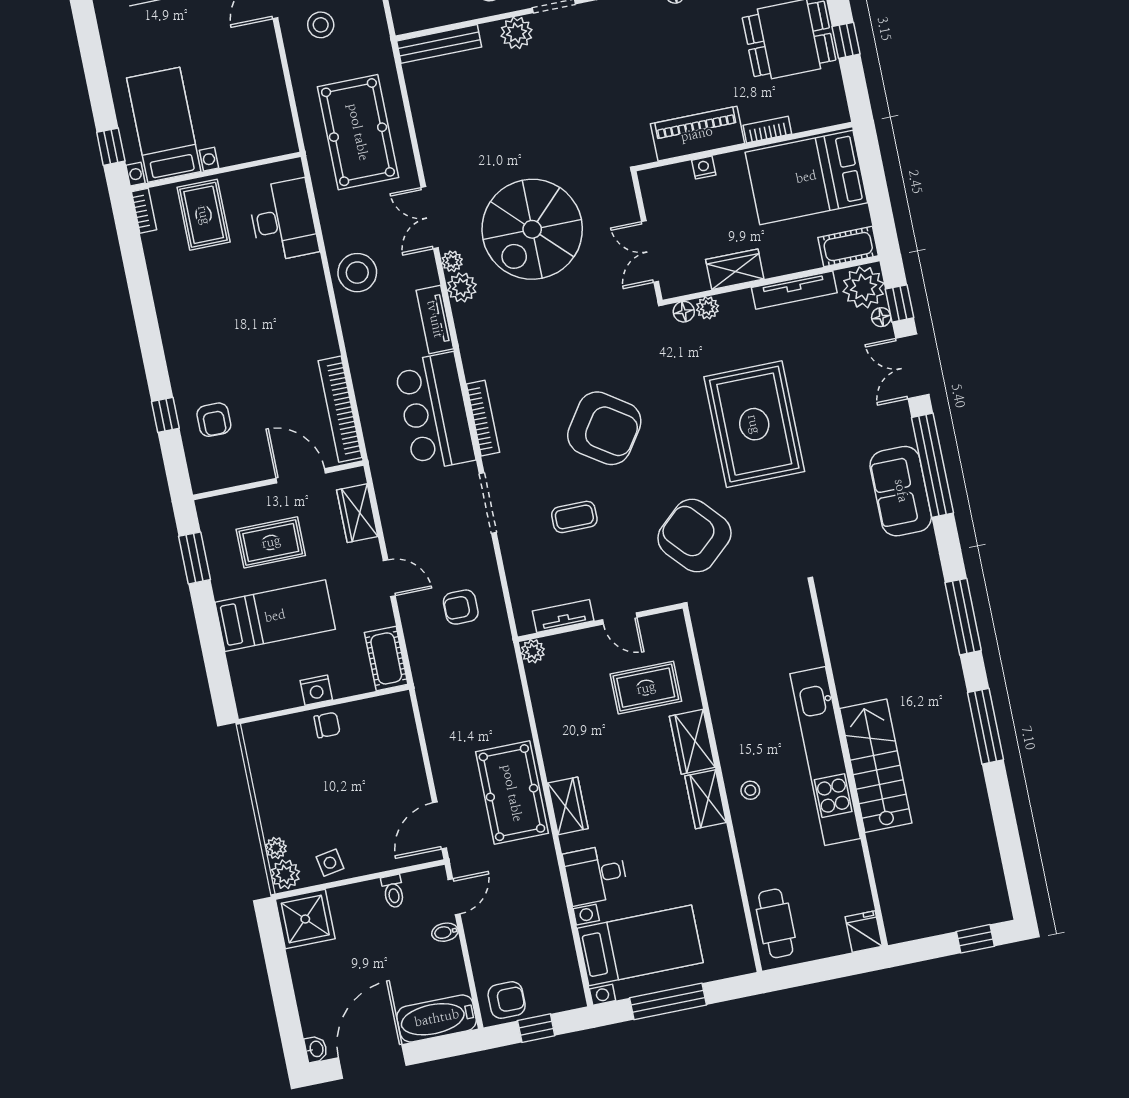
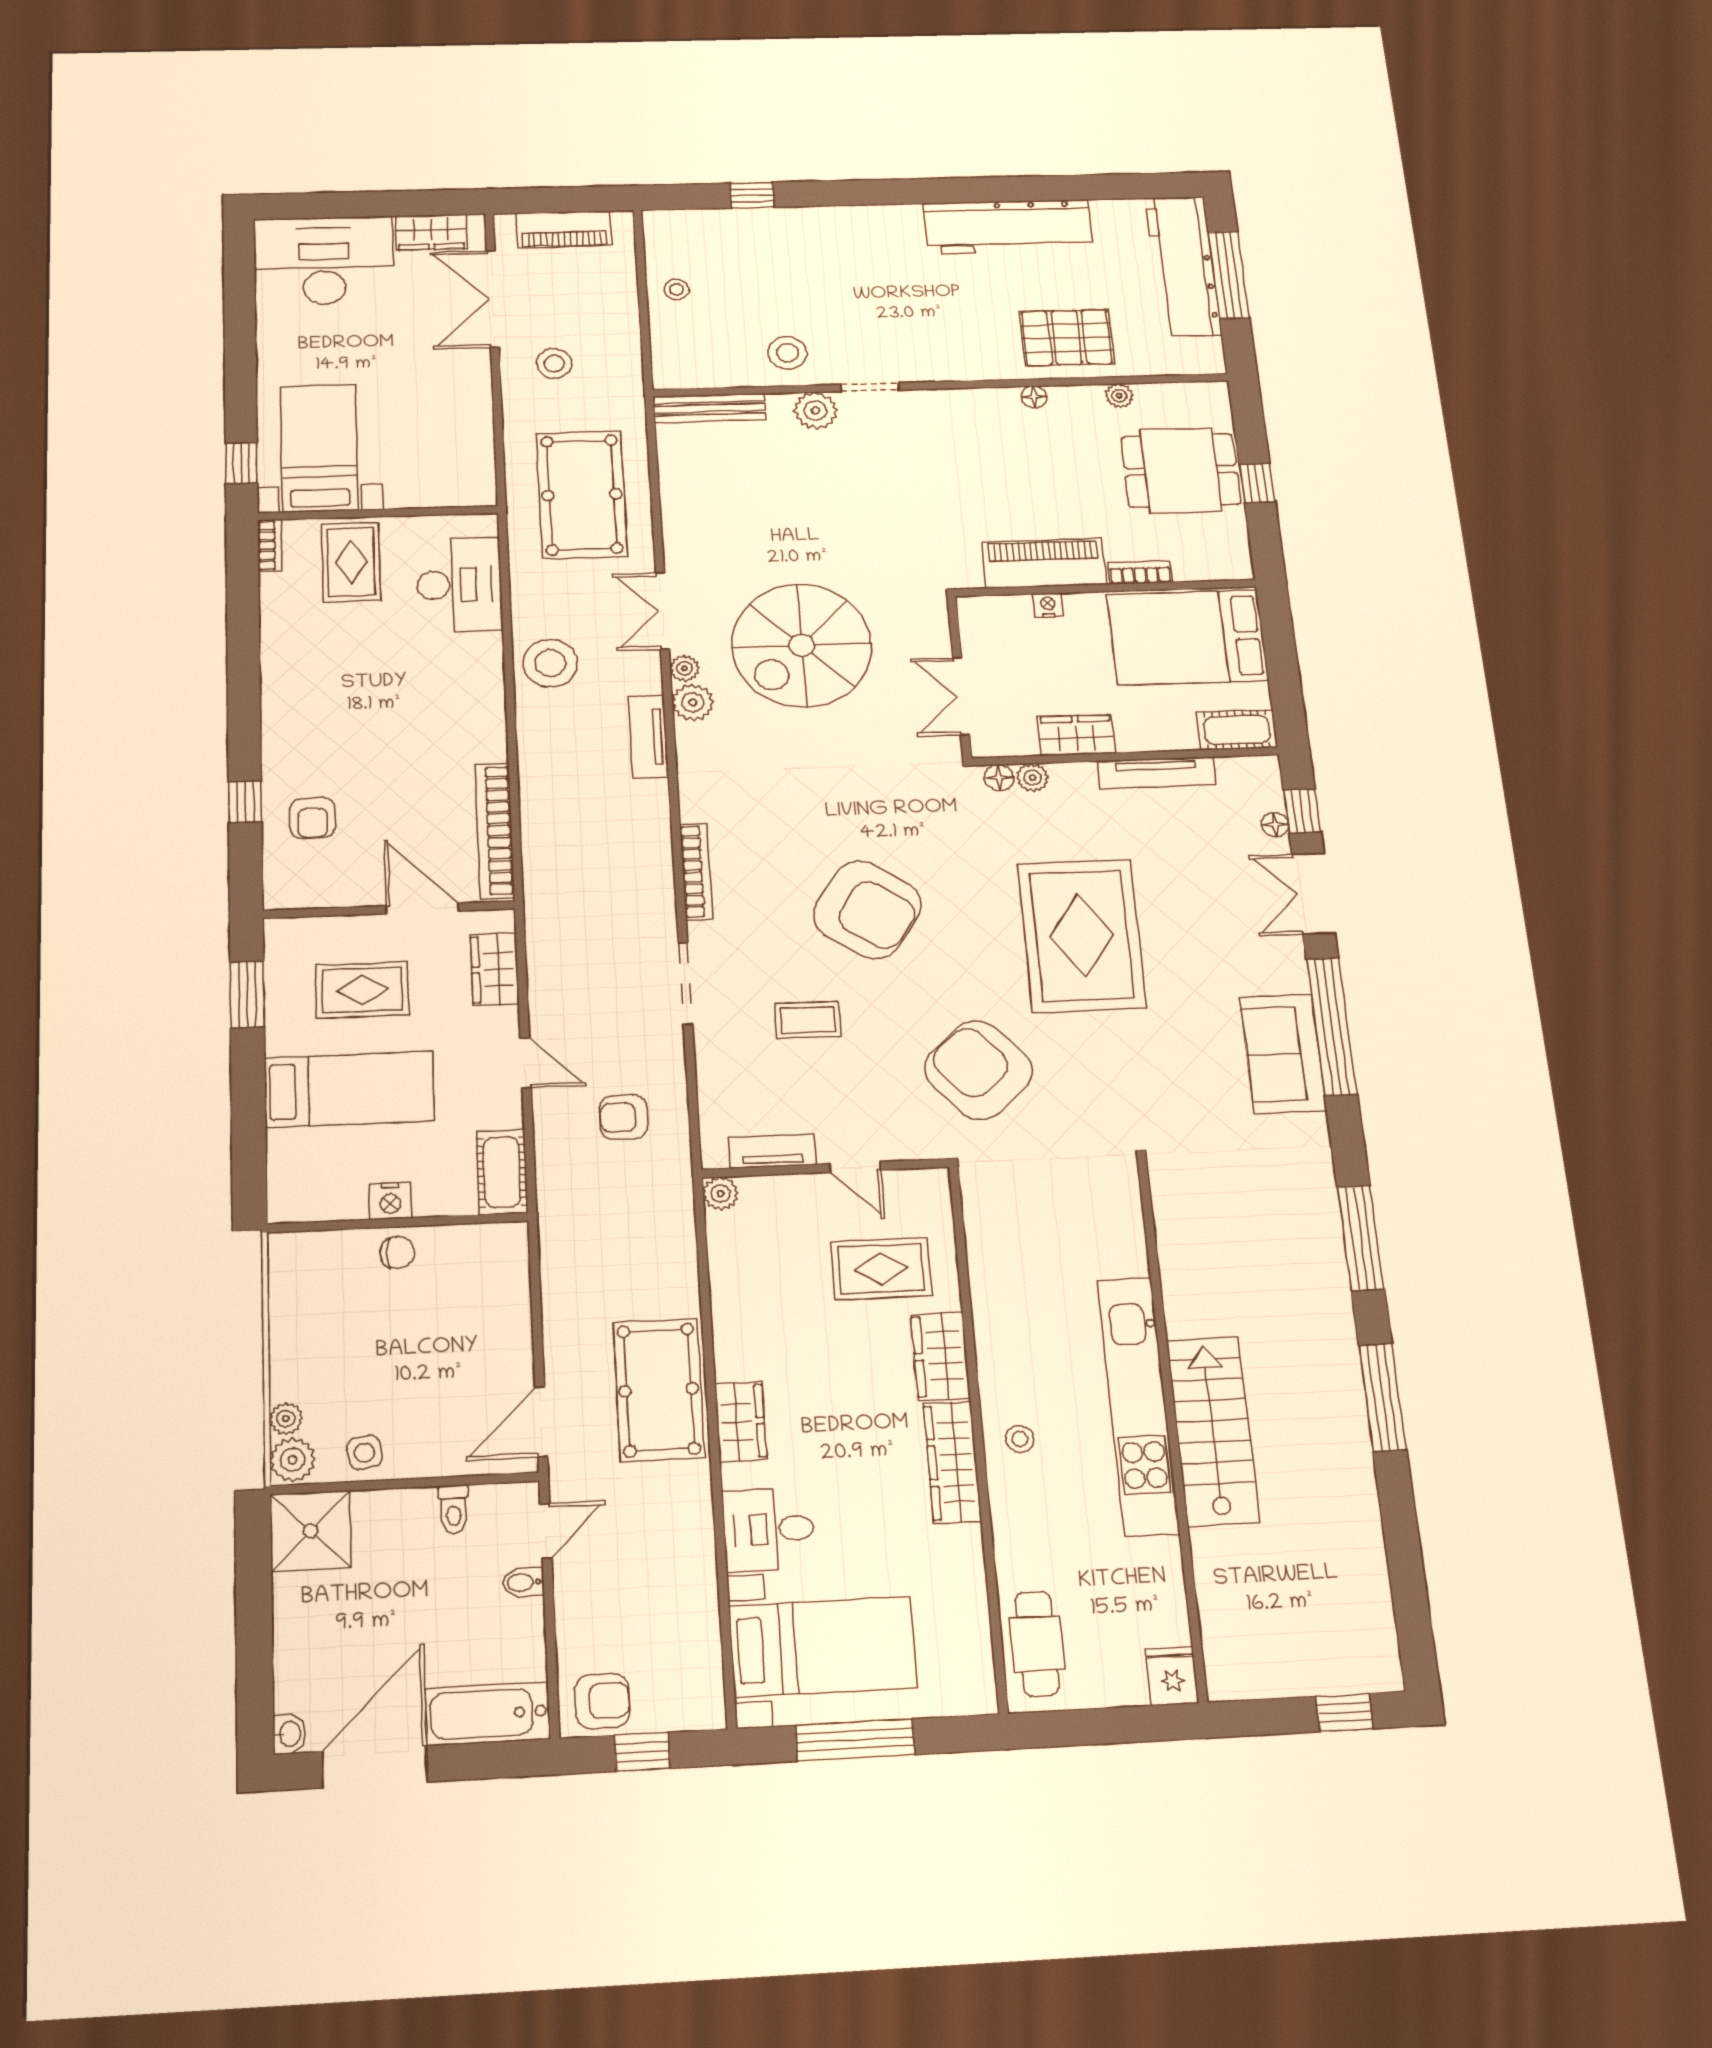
plant: (863, 287) -> (1254, 784), removed
bar counter: (435, 412) -> (629, 853), removed
wardrobe: (706, 799) -> (952, 1462), width x1.50

